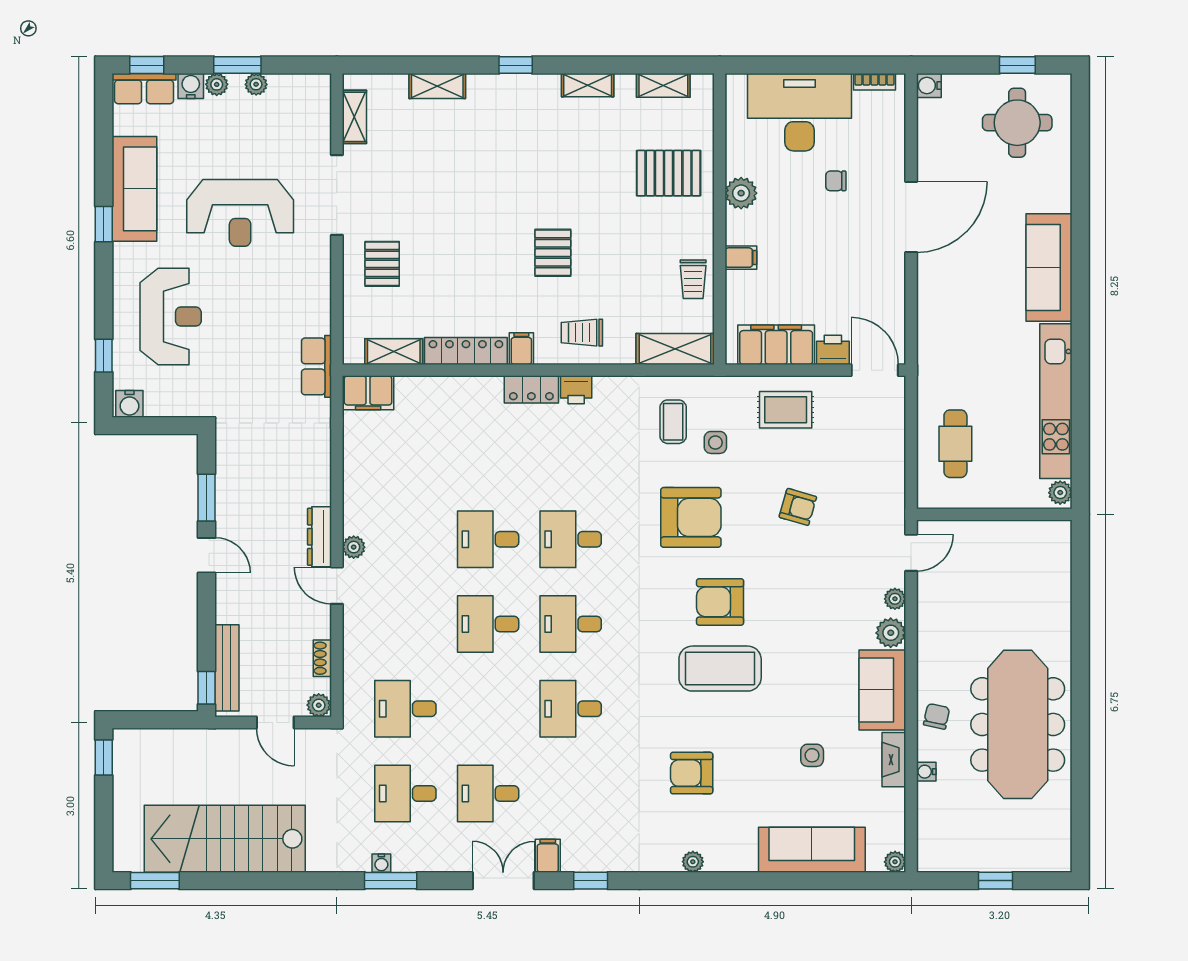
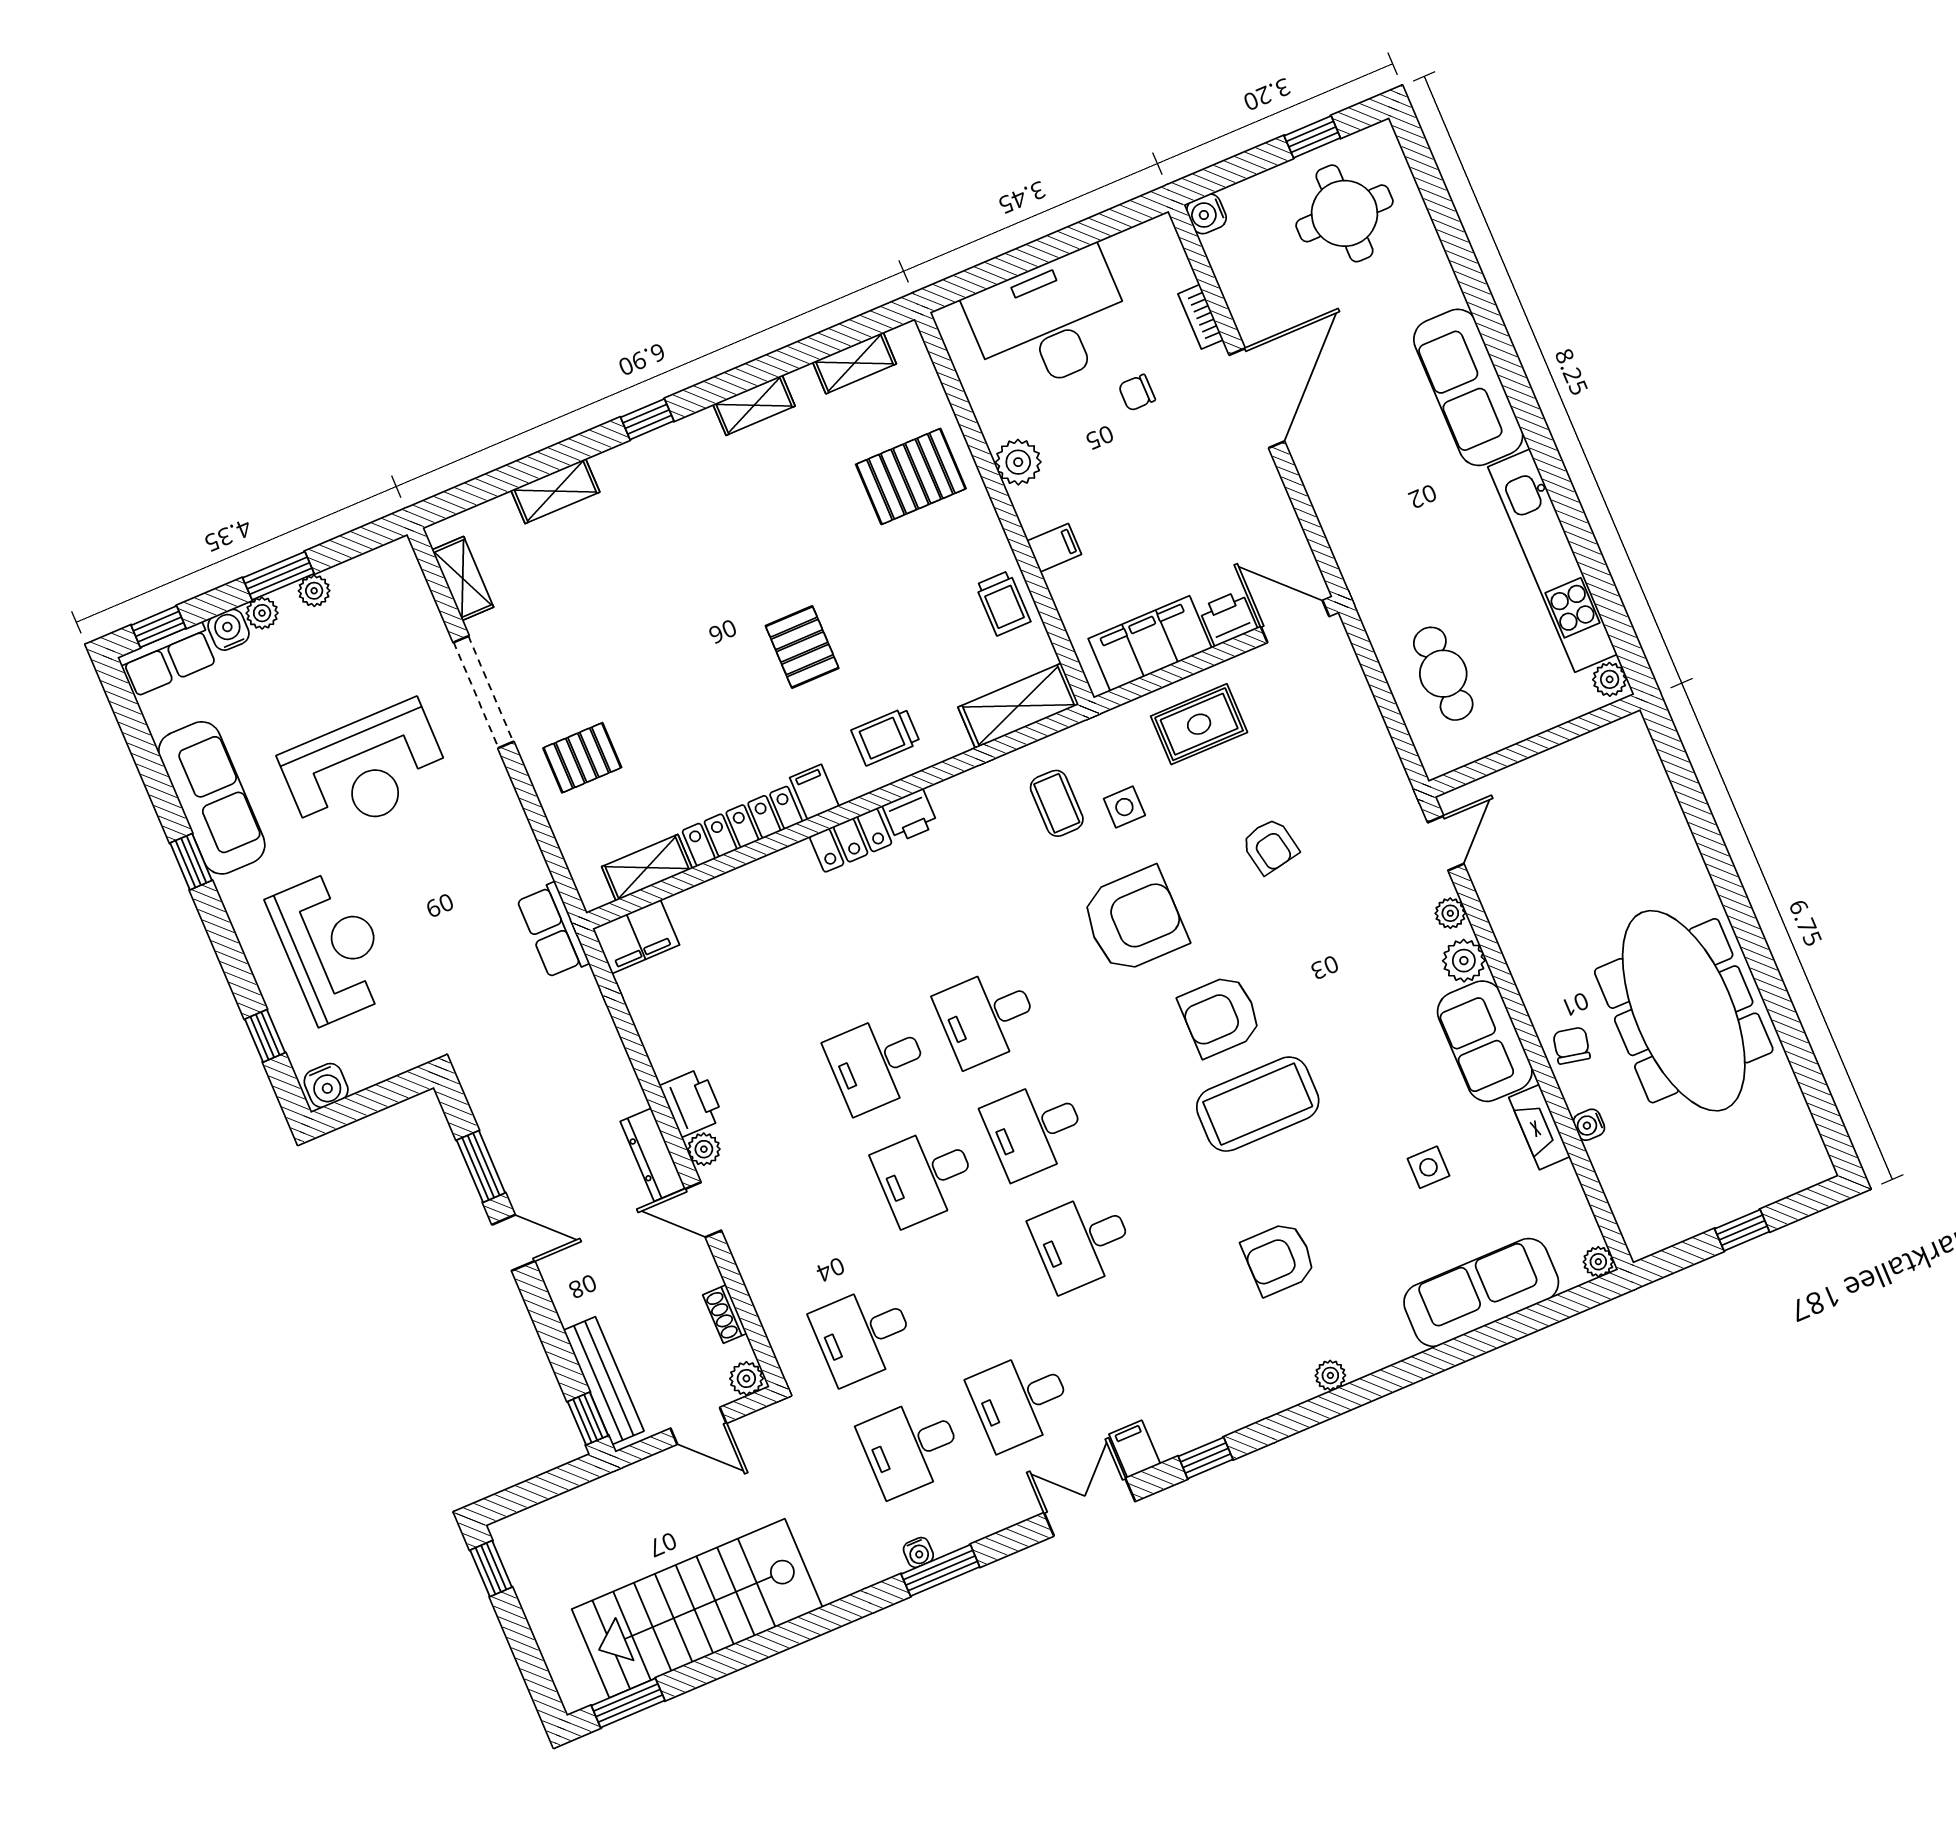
bookcase: (874, 82) -> (1201, 317), moved, turned 90
pallet: (382, 264) -> (582, 758), turned 90
armchair: (798, 507) -> (1270, 846), turned 63
printer: (359, 514) -> (692, 1102), added

